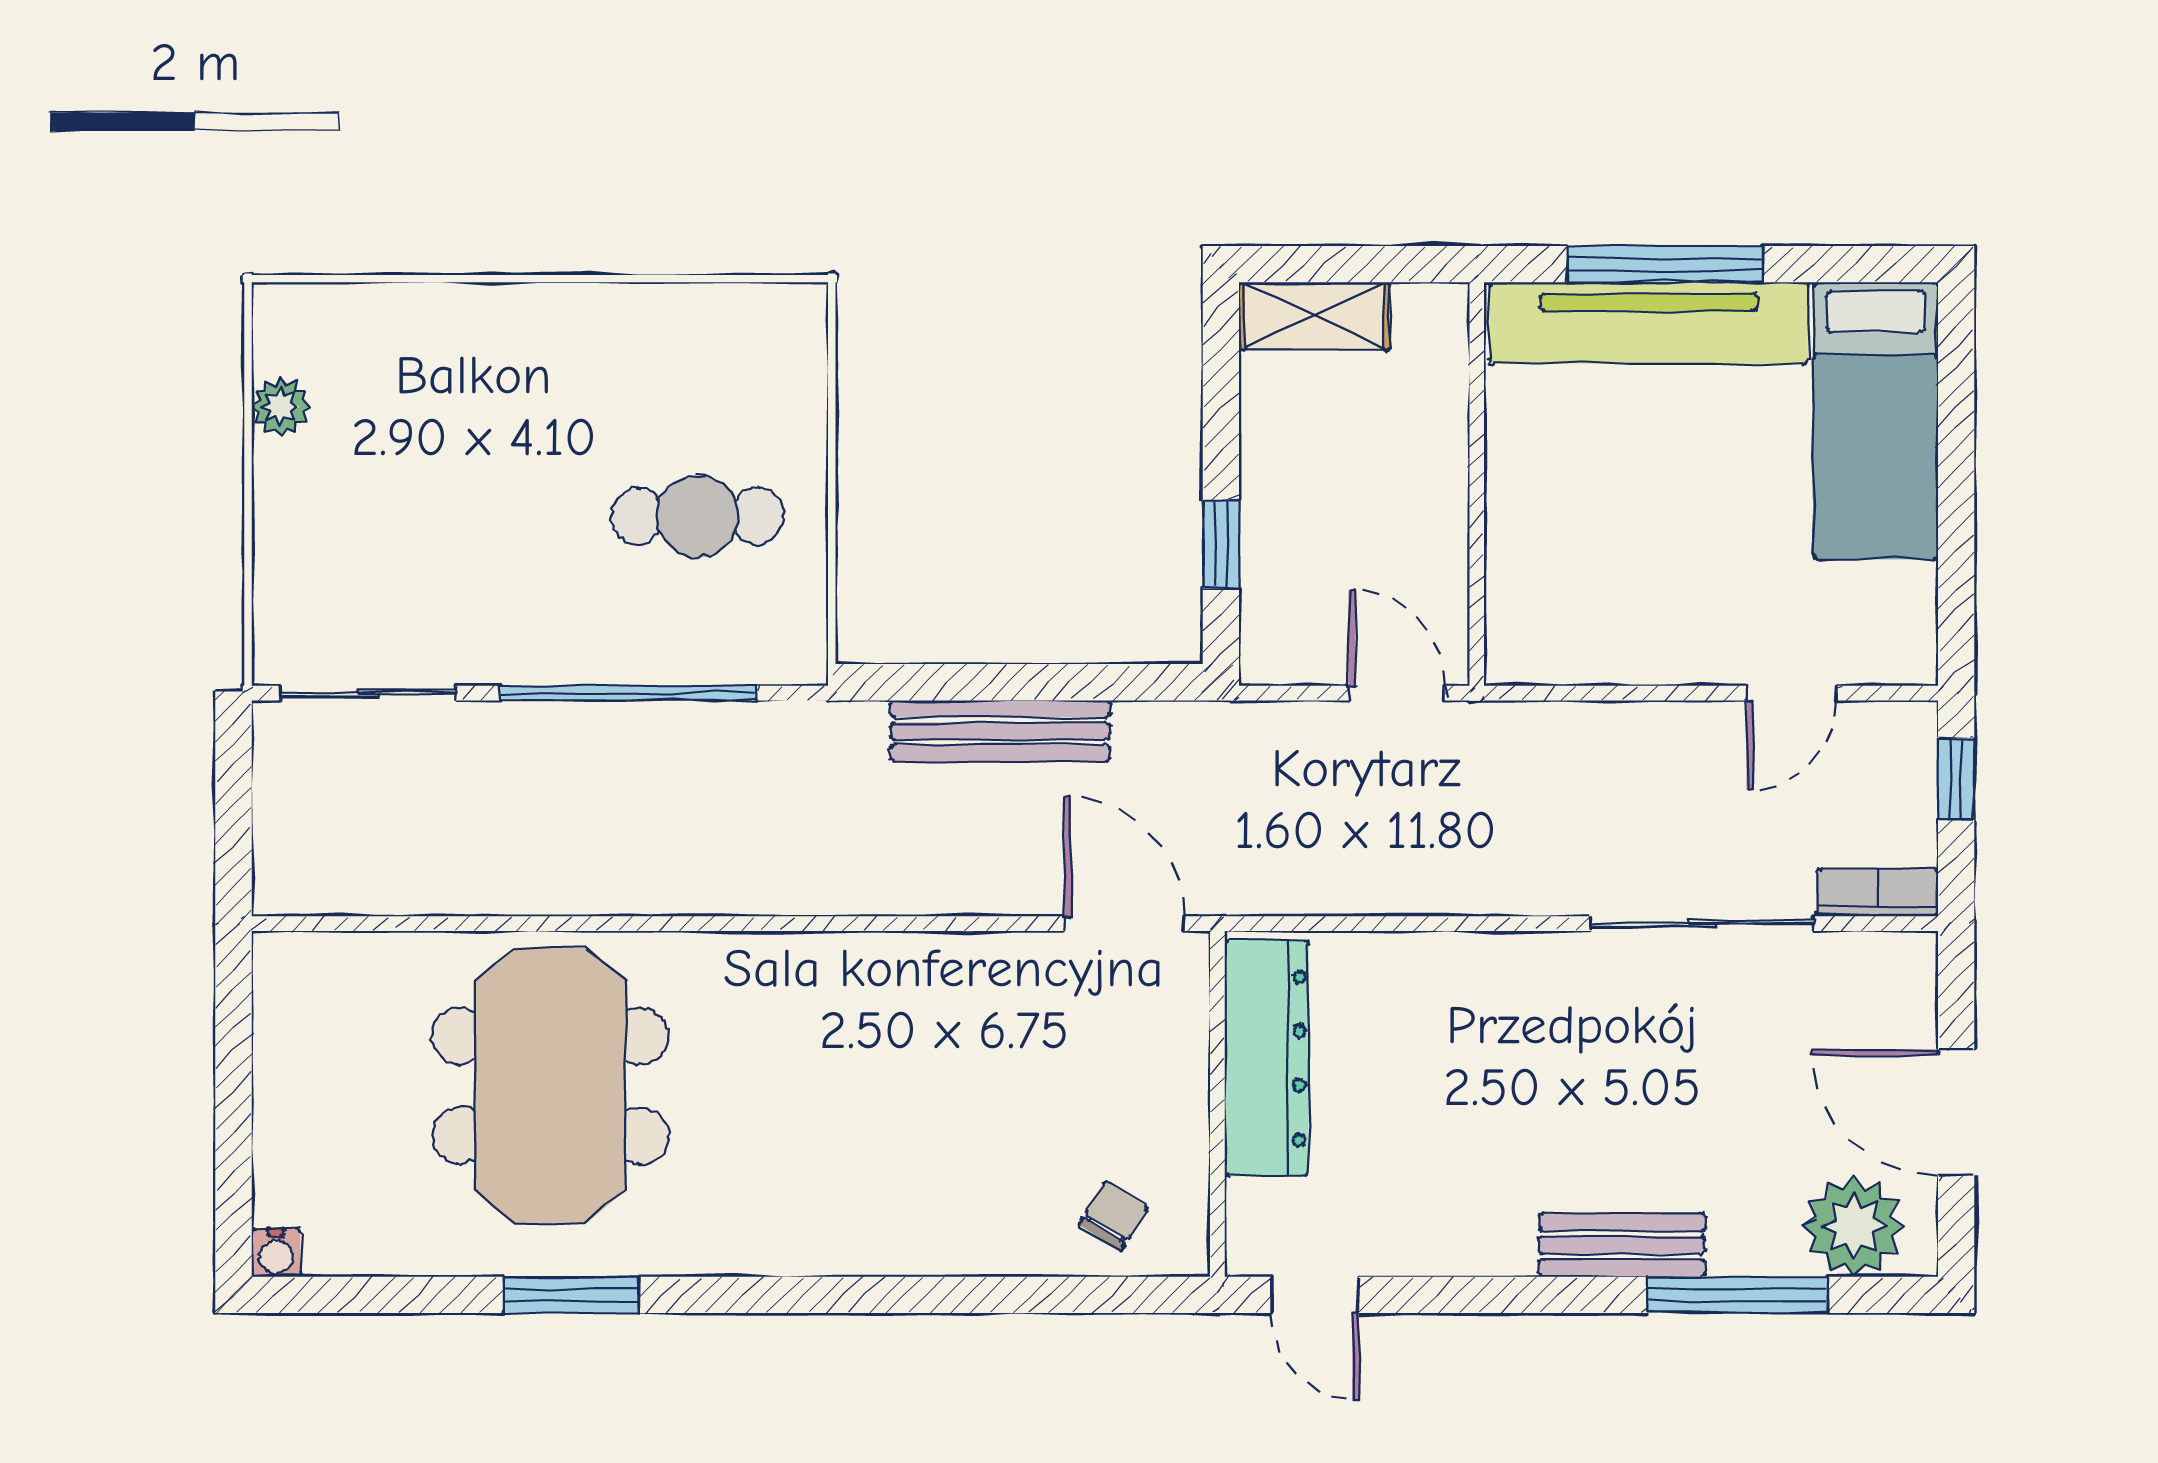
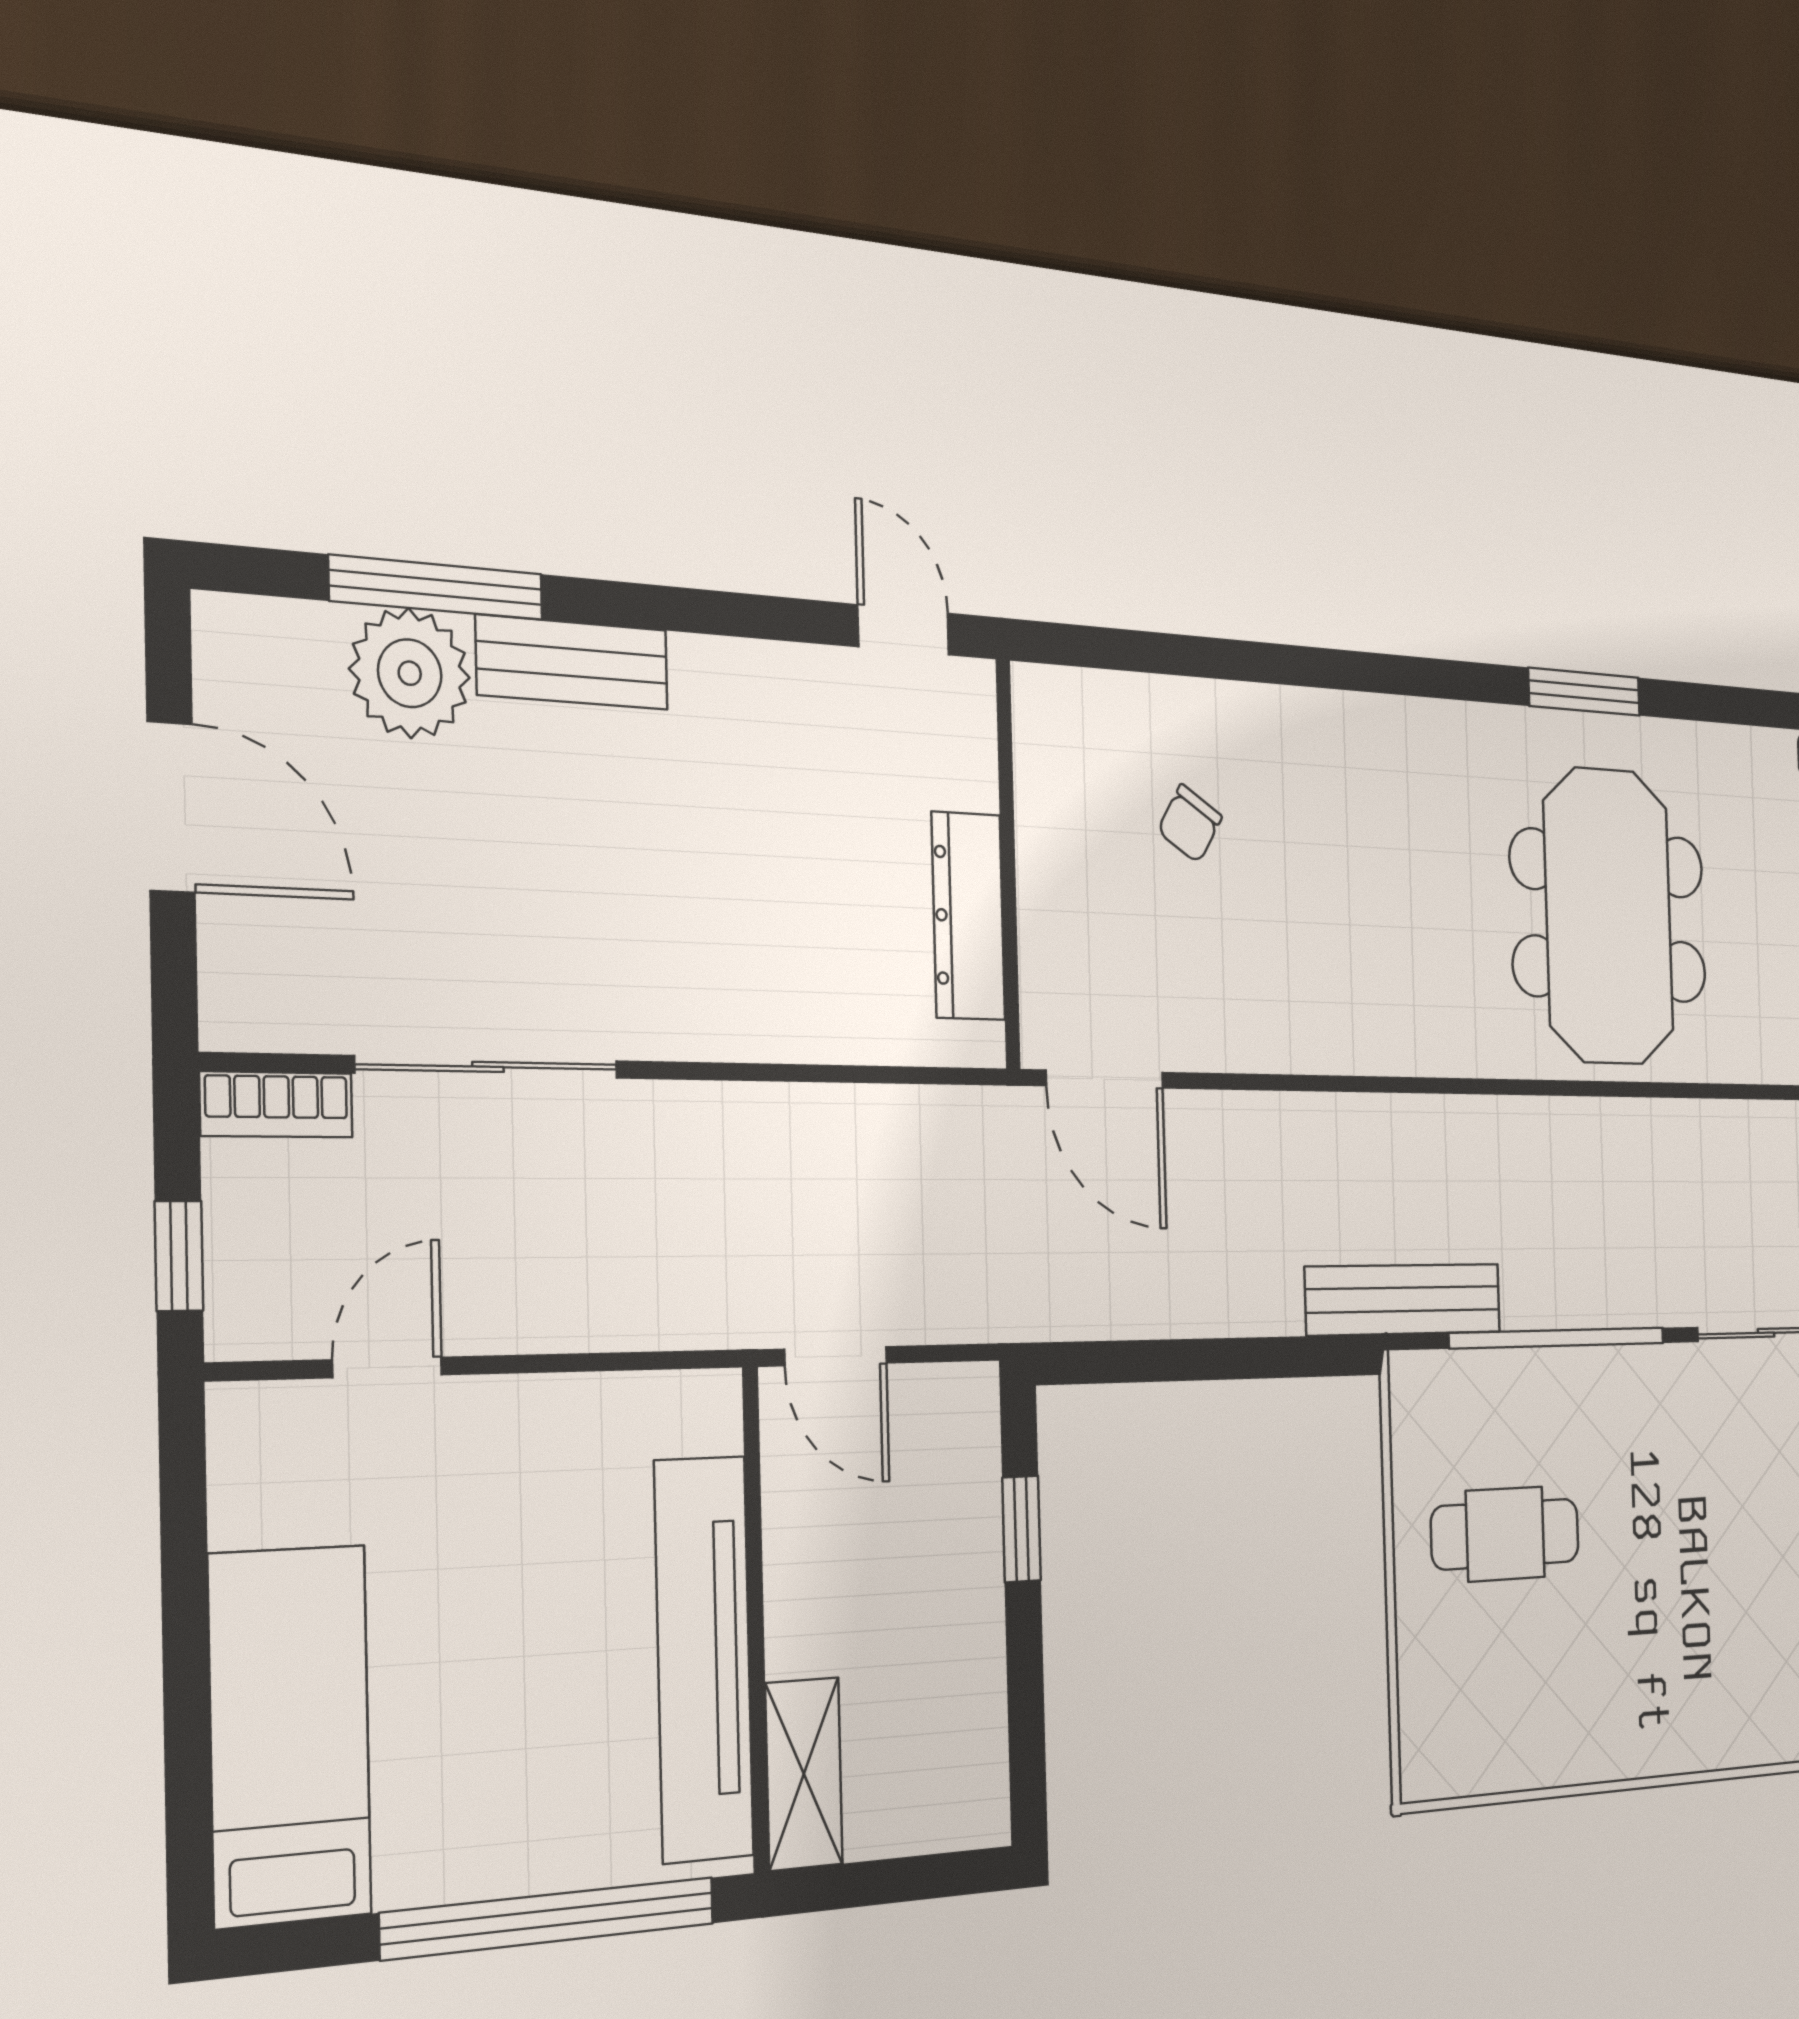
window: (1665, 264) -> (550, 1918), width x1.46
shelving: (1314, 316) -> (804, 1774), moved, turned 90
tv unit: (1649, 323) -> (704, 1659), moved, turned -90
bench: (1000, 731) -> (1403, 1299), moved
dresser: (1267, 1058) -> (968, 916), width x0.73, depth x0.80
chair: (1113, 1216) -> (1190, 824), moved
plant: (1854, 1226) -> (410, 673), moved

